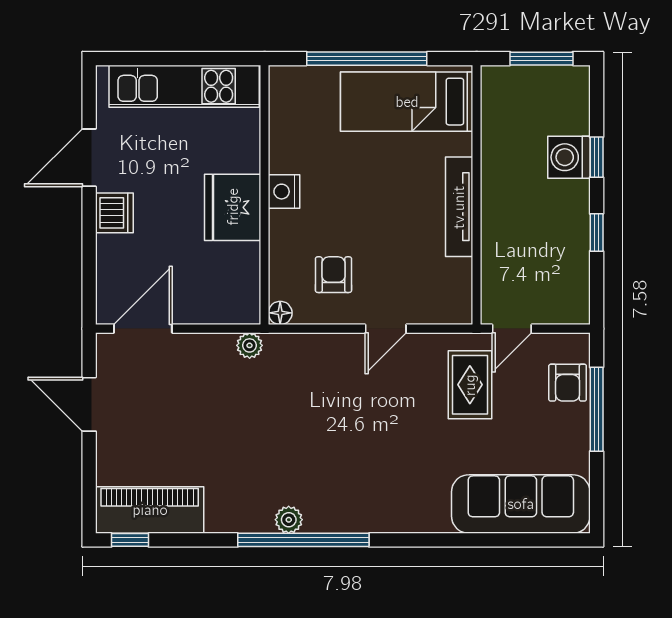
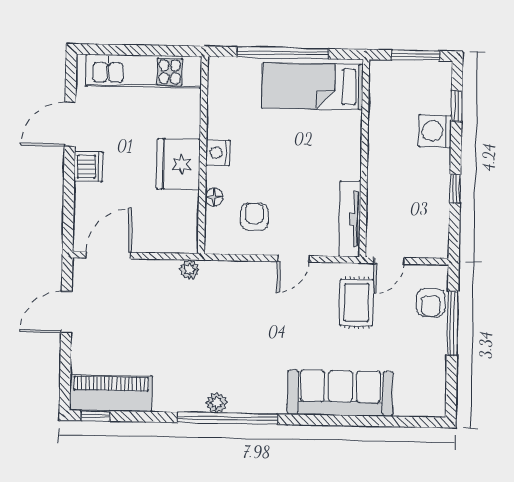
window: (597, 157) -> (457, 106), moved
tv unit: (459, 207) -> (350, 219), moved
floor lamp: (280, 313) -> (214, 197), moved
door: (89, 404) -> (66, 312), hinge flipped
sofa: (521, 504) -> (340, 393), moved

